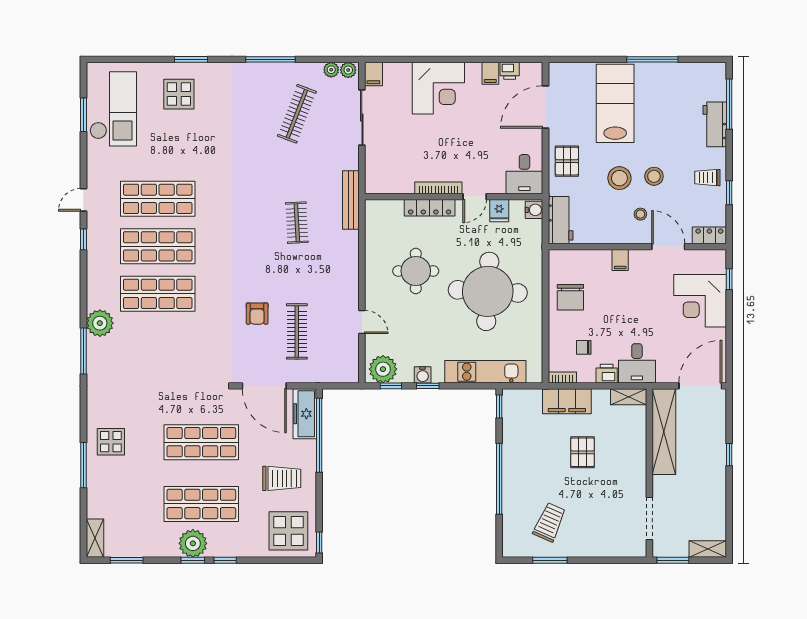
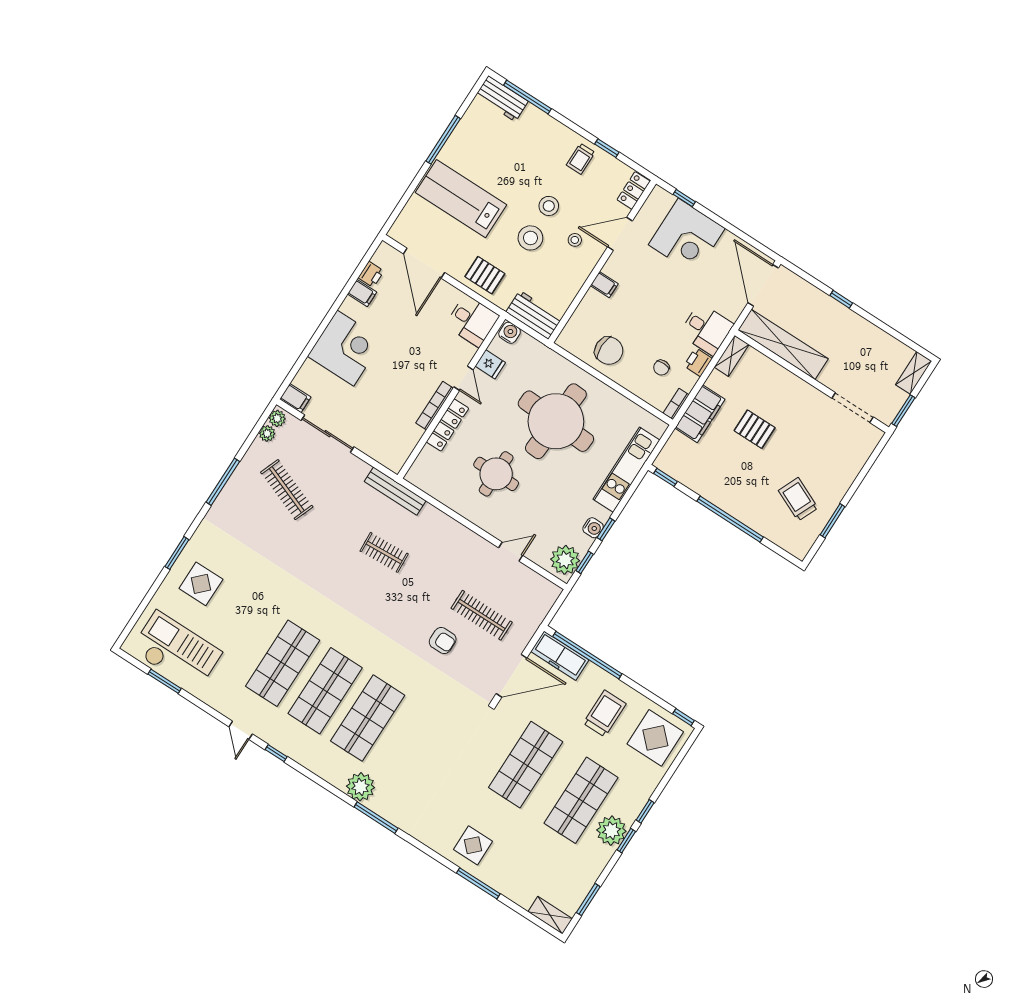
workbench: (715, 124) -> (502, 99), moved

